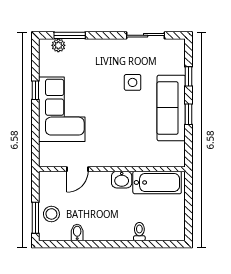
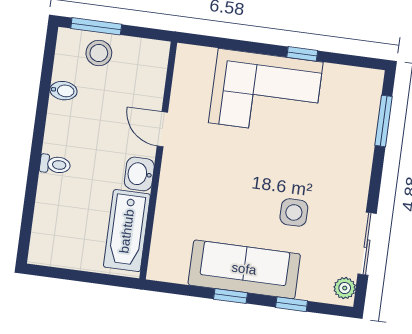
plant: (58, 45) -> (345, 288), moved
door: (77, 169) -> (162, 129), moved
toilet: (139, 232) -> (55, 164), moved

